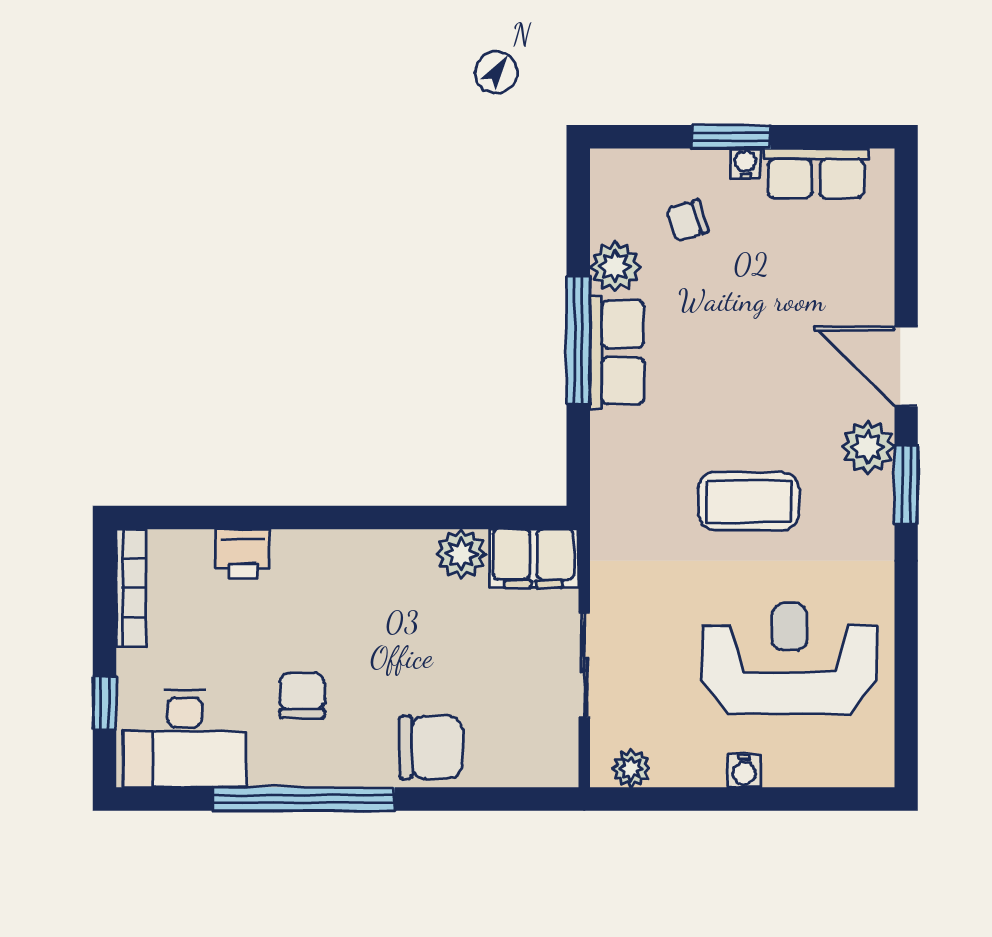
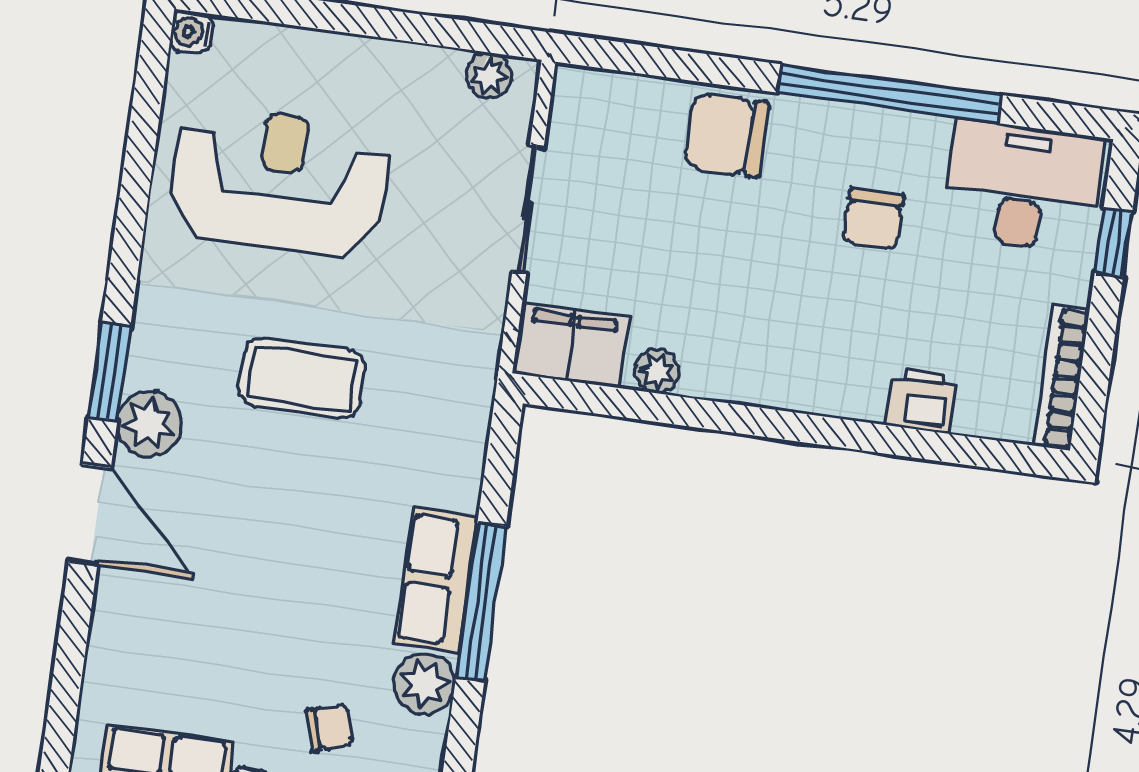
plant: (461, 554) -> (657, 371), width x0.73, depth x0.73
reception desk: (790, 659) -> (279, 181), turned 180
water cooler: (744, 771) -> (192, 32), moved, turned -90

